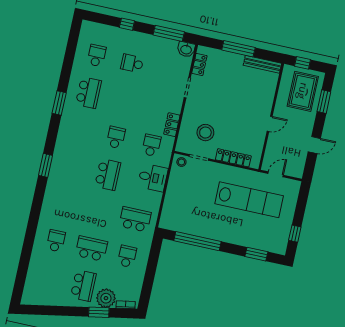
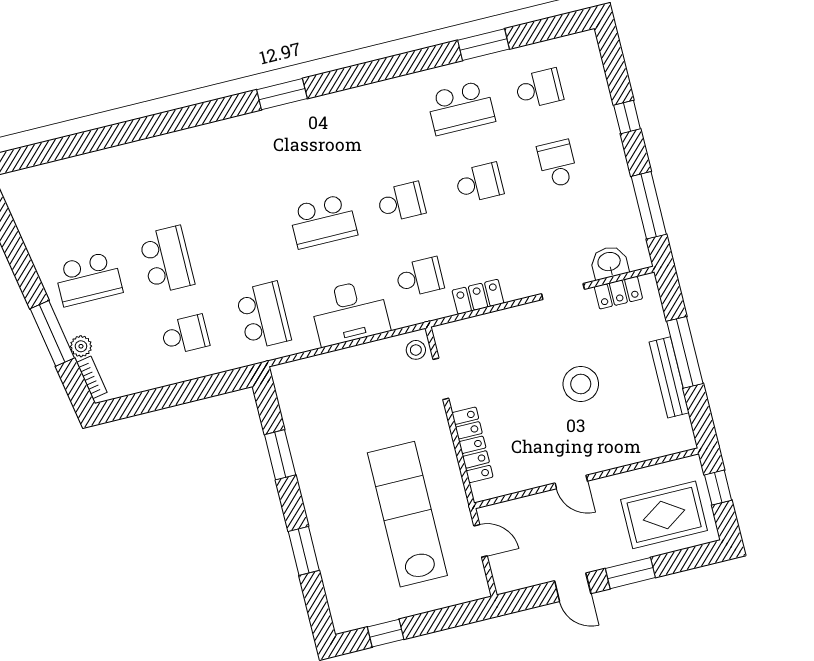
washbasin: (186, 49) -> (609, 262), moved, turned 90
bench: (262, 64) -> (669, 377), moved
window: (324, 102) -> (630, 573), moved
window: (59, 103) -> (483, 45), moved
stool: (205, 133) -> (581, 384), moved
desk: (153, 178) -> (350, 312), width x1.37
lab bench: (249, 200) -> (407, 514), turned 180
school desk: (56, 241) -> (479, 183), moved
window: (198, 241) -> (280, 455), width x0.47
window: (256, 254) -> (304, 551), moved
plant: (106, 298) -> (81, 346), width x0.53, depth x0.53
window: (99, 312) -> (52, 333), width x1.44

